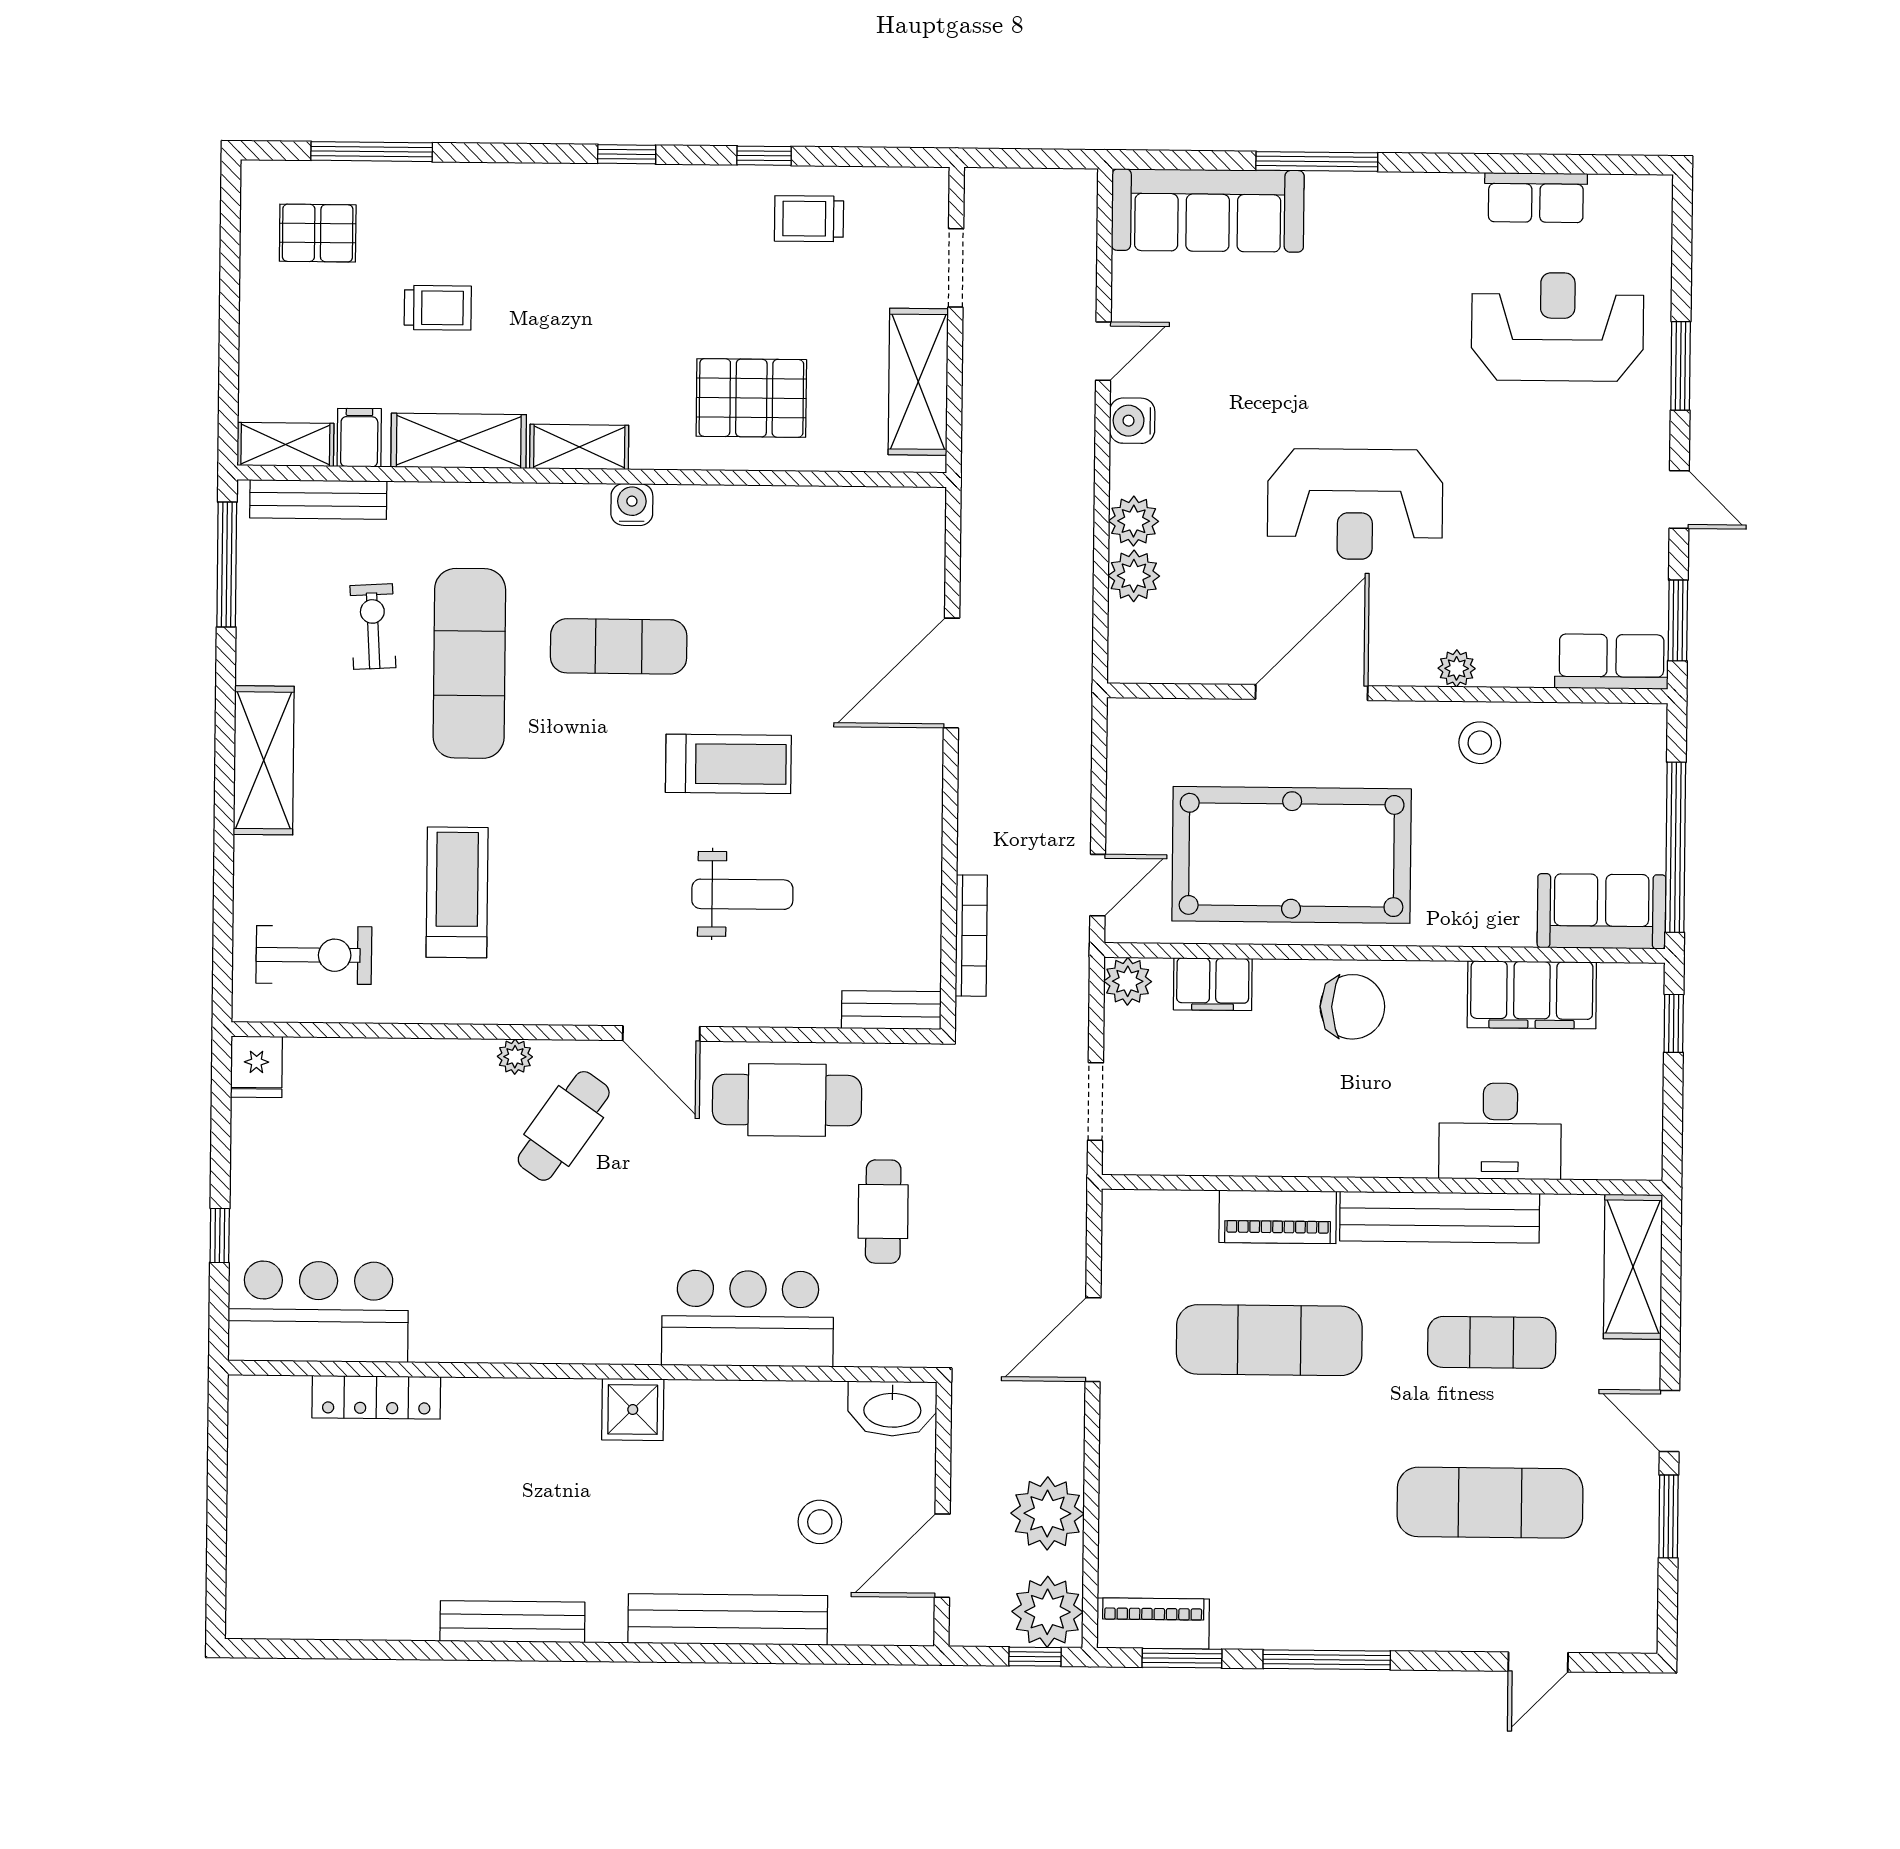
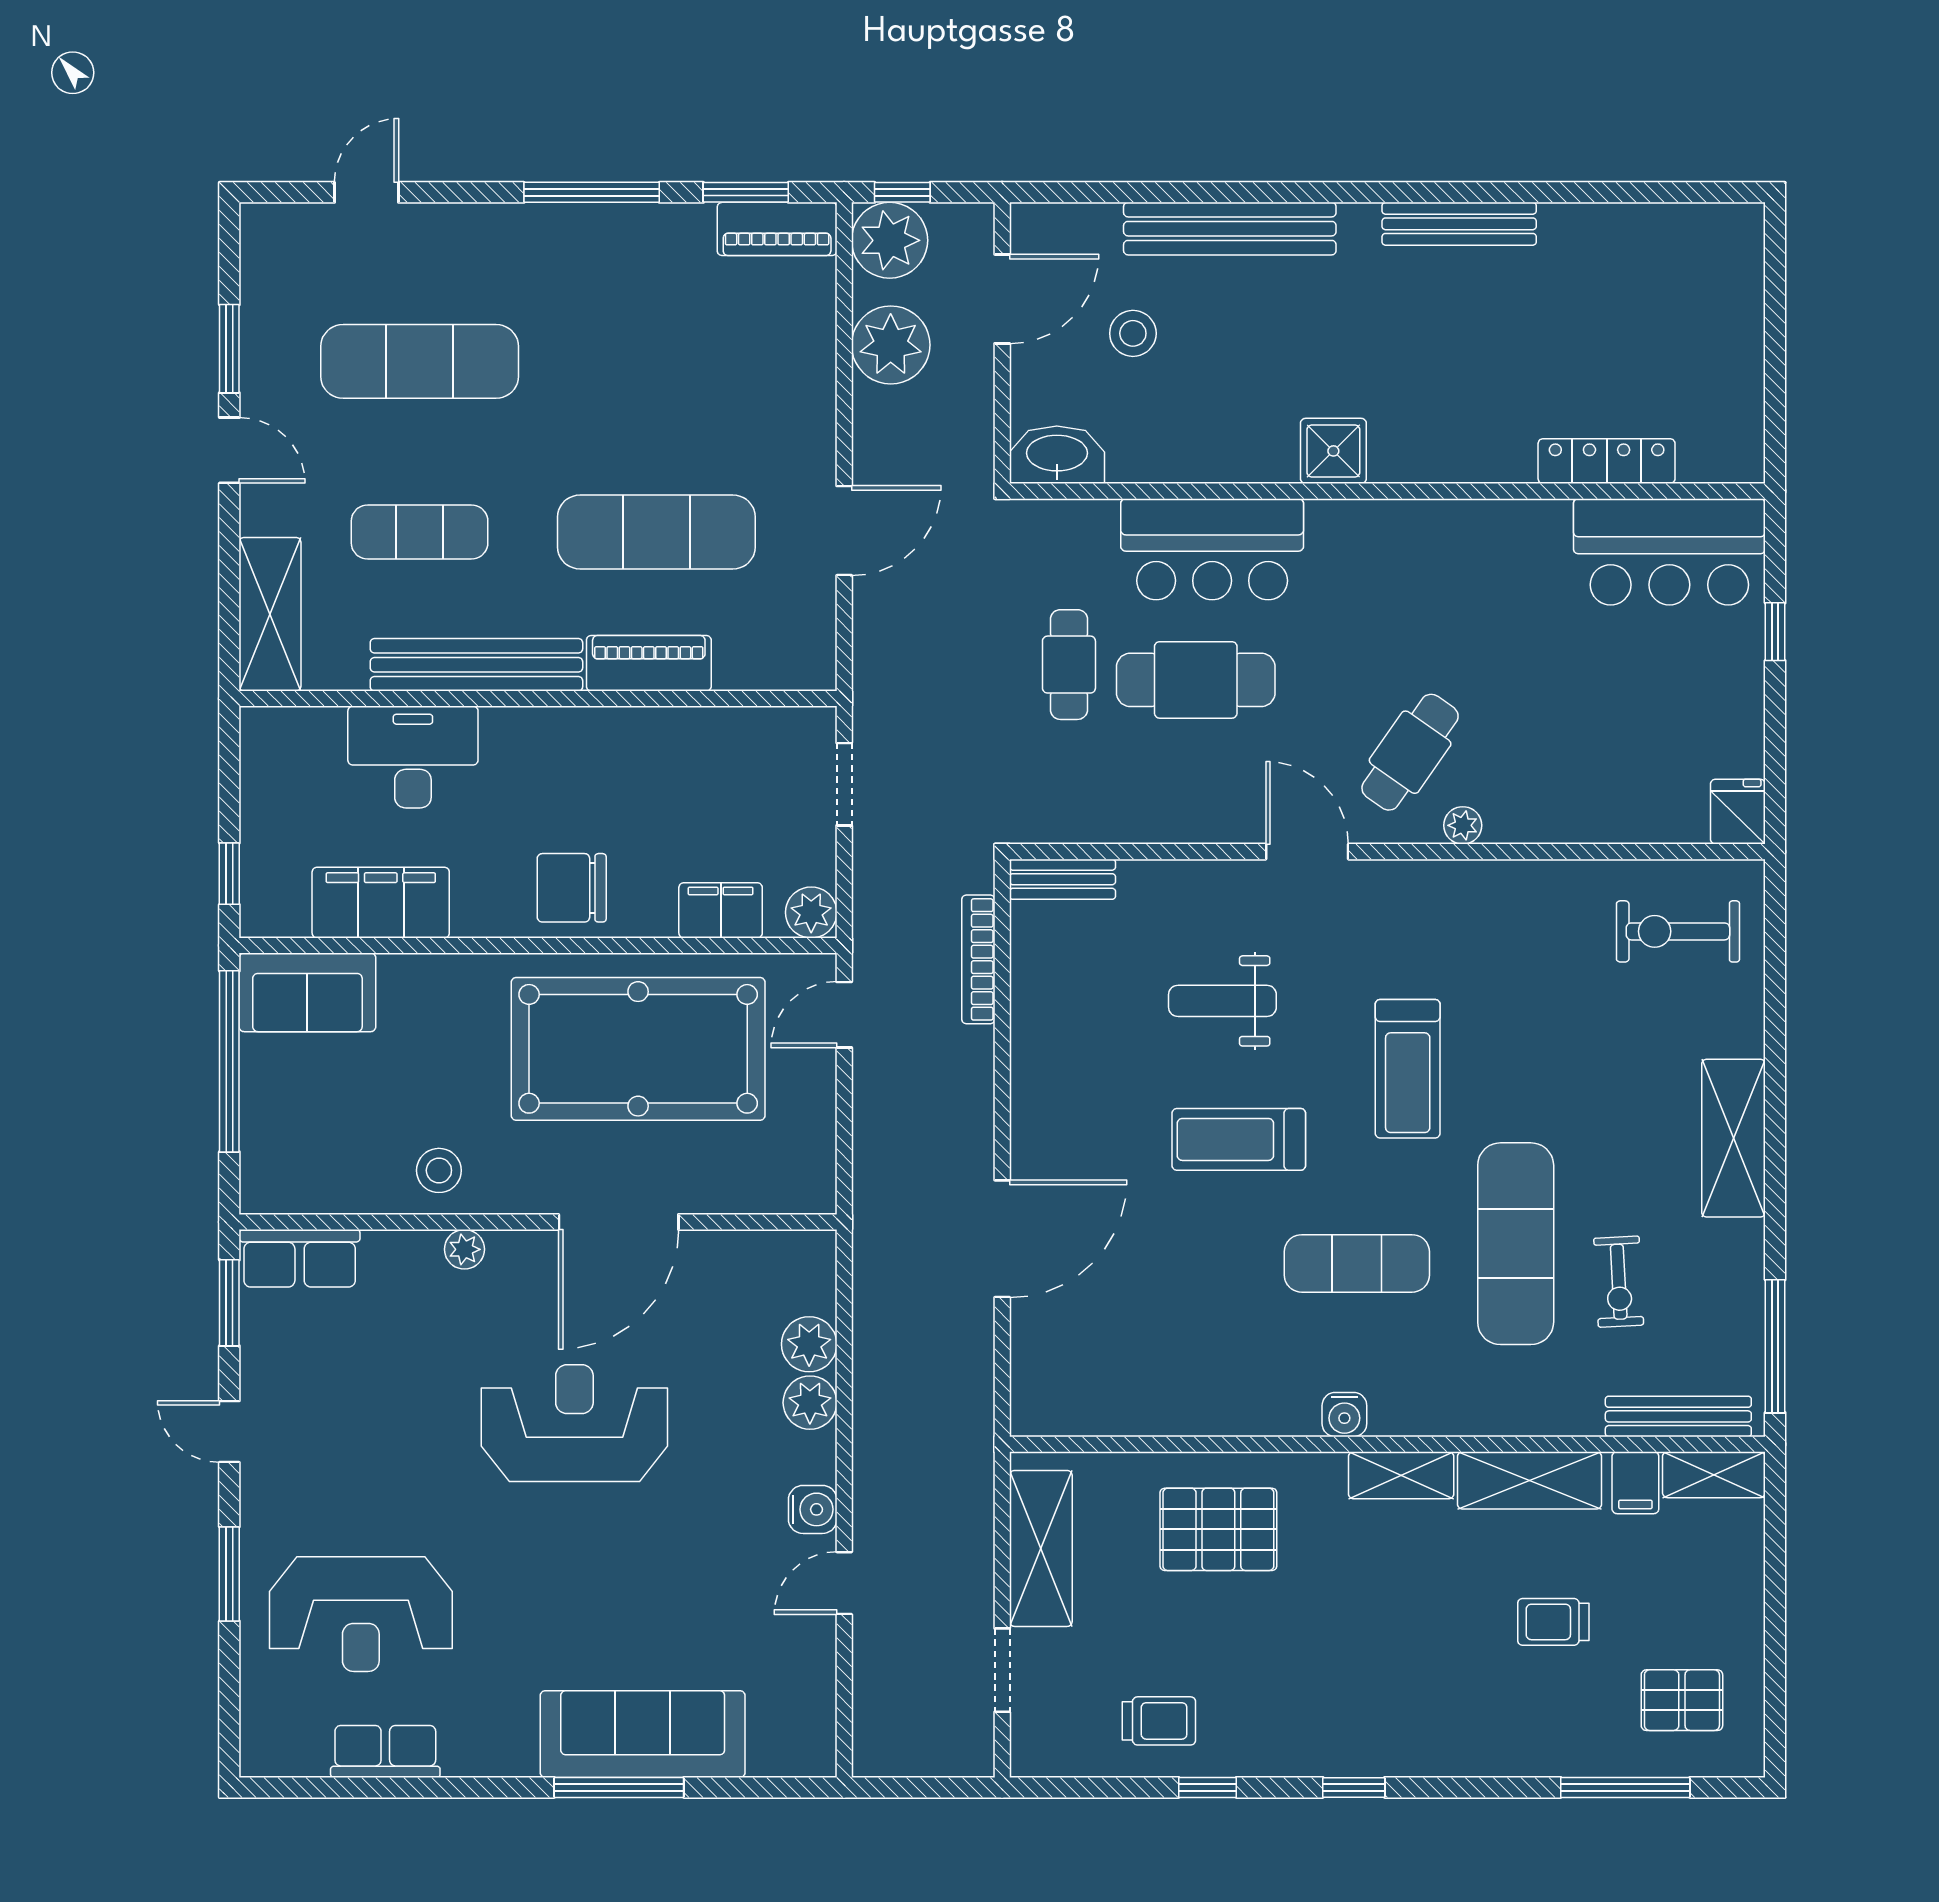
sofa: (1208, 210) -> (643, 1734), moved
treadmill: (457, 892) -> (1408, 1069), moved
cafe table: (787, 1100) -> (1196, 680), moved

